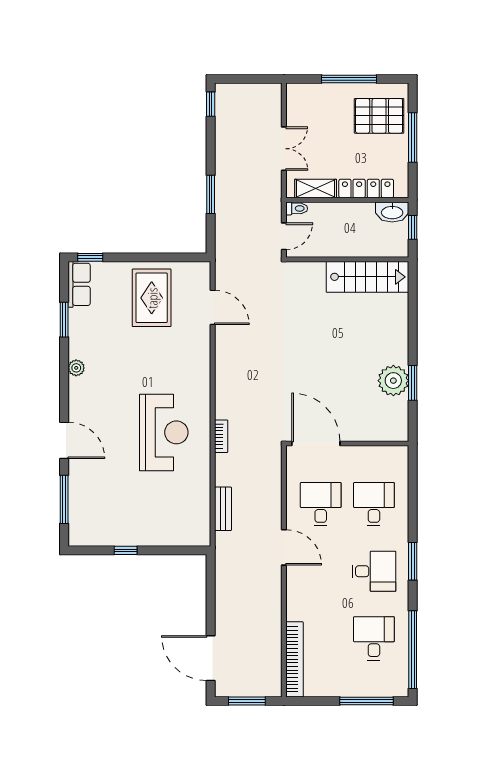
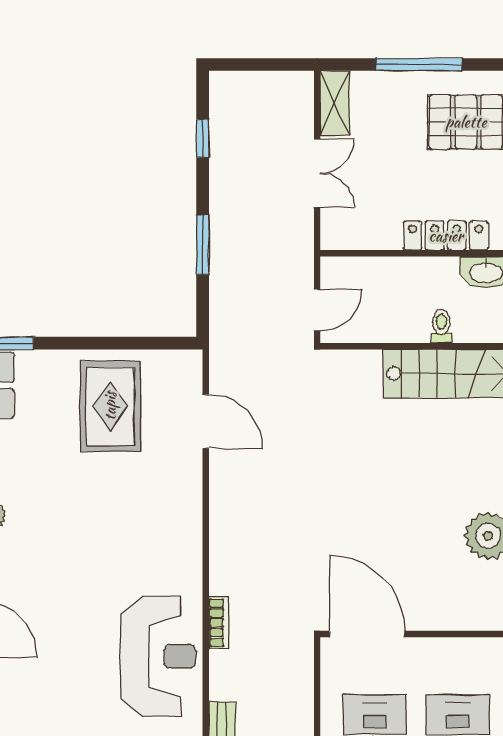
window: (211, 104) -> (203, 138), moved
shelving: (316, 189) -> (335, 103), moved, turned 90
toilet: (297, 208) -> (441, 326), moved, turned -90
reception desk: (164, 432) -> (158, 656), moved

